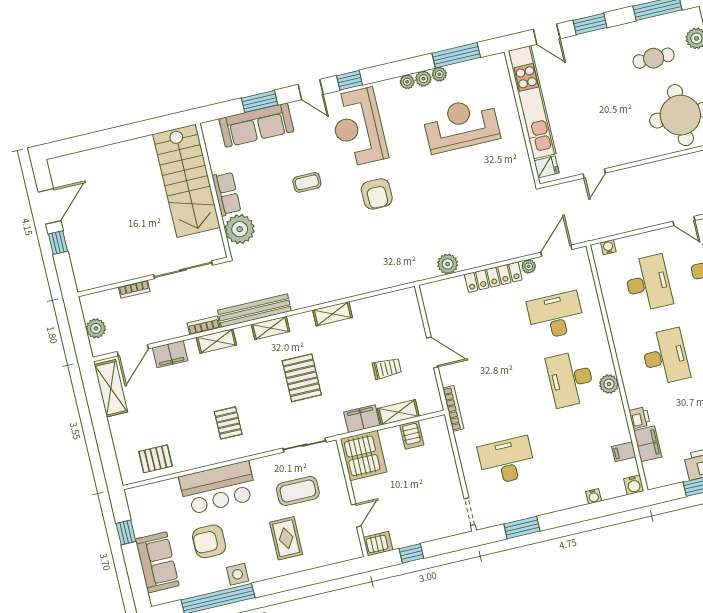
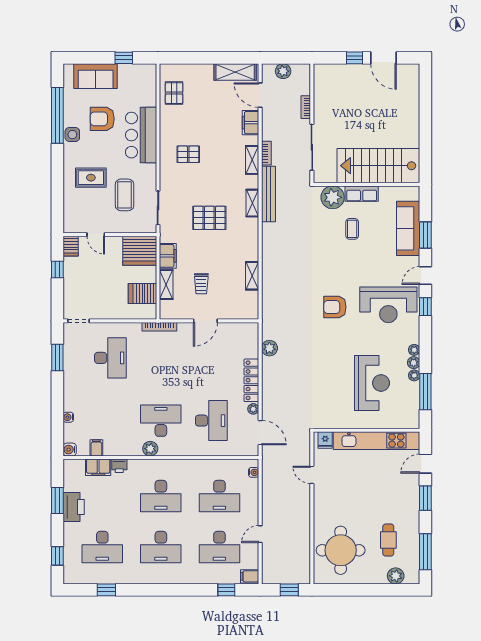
reception desk: (358, 127) -> (388, 305), turned 180
coffee table: (307, 182) -> (352, 229), moved
shelving: (332, 314) -> (252, 276), moved
server rack: (412, 435) -> (142, 293), width x1.36, depth x1.44
armchair: (209, 541) -> (102, 119), turned -90

